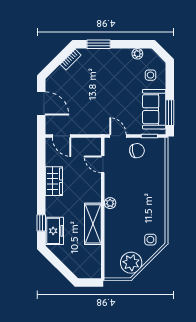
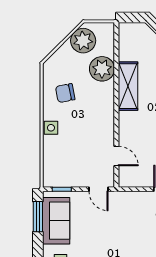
chair: (137, 151) -> (65, 93), moved
plant: (110, 203) -> (102, 69), moved, width x1.87, depth x1.87
side table: (150, 240) -> (51, 128), moved

